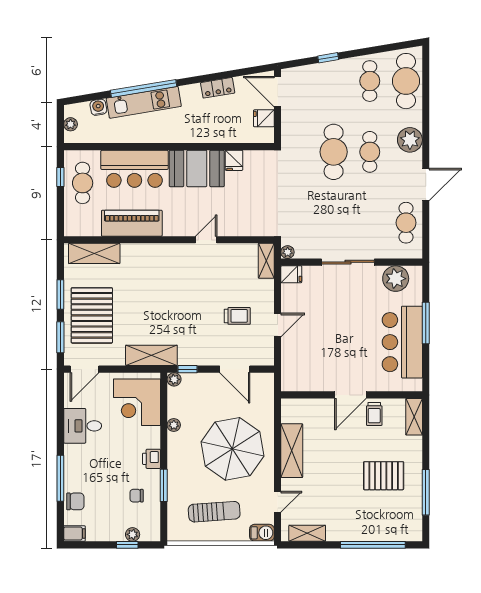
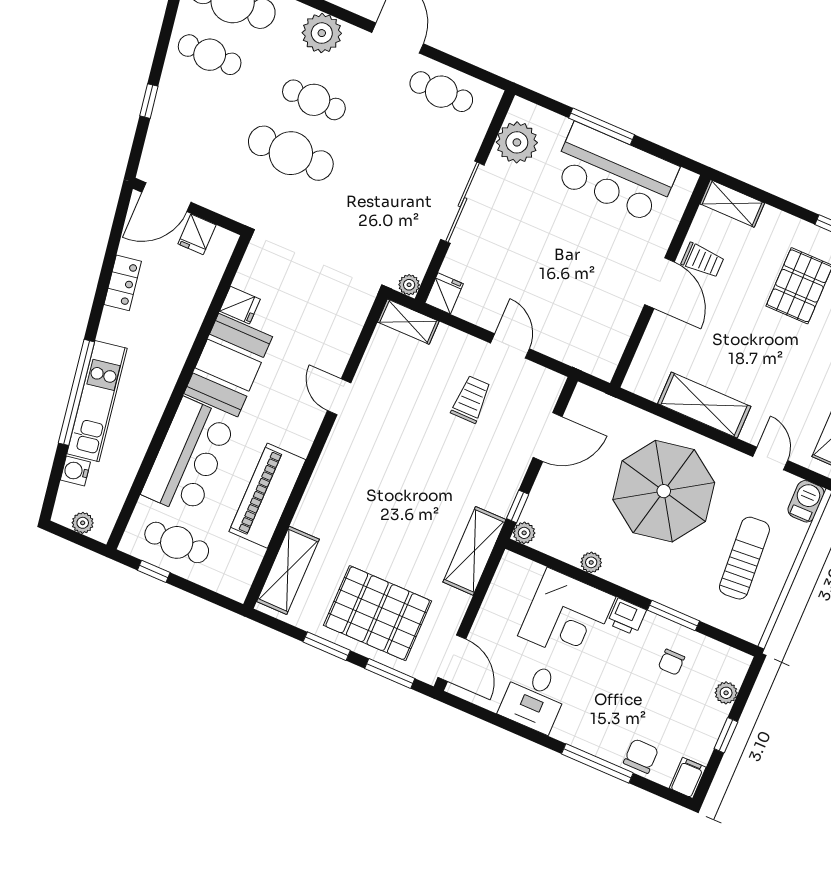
corner desk: (137, 402) -> (567, 616), moved
window: (127, 545) -> (726, 735), moved

